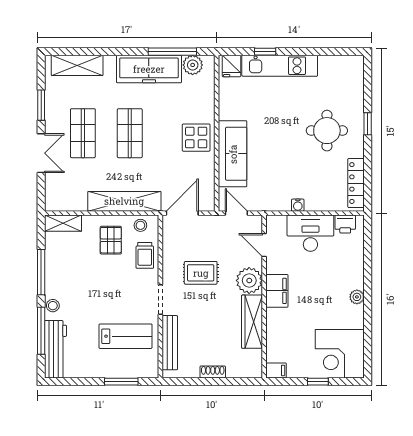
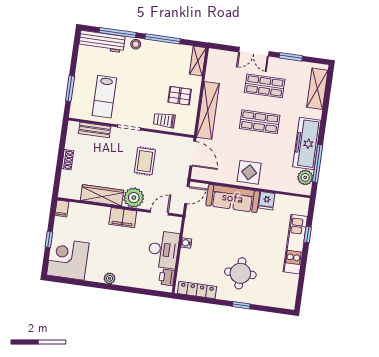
fridge: (231, 66) -> (267, 201), moved, turned -90
stool: (140, 225) -> (188, 120), removed
bench: (170, 343) -> (95, 130), width x0.73

